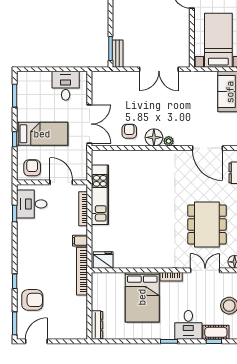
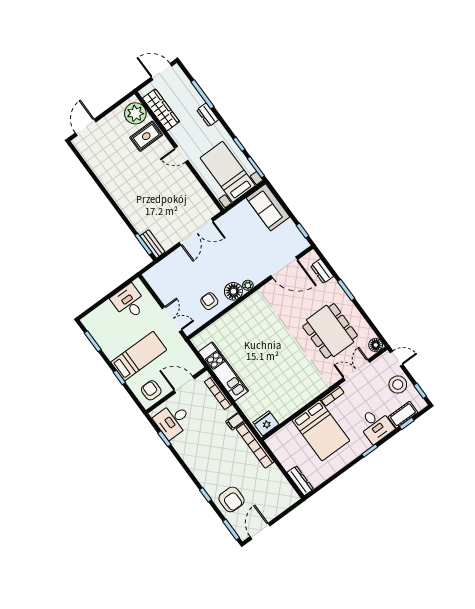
double door: (89, 124) -> (172, 319), width x0.73
armchair: (32, 300) -> (231, 499), turned 90

